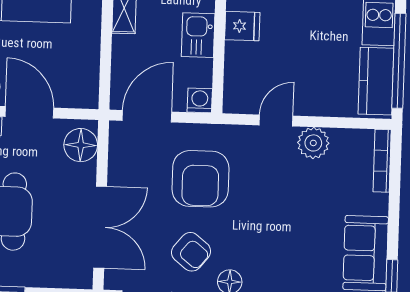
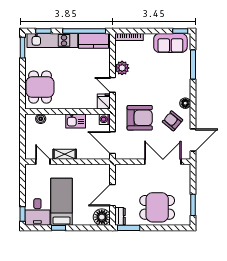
fridge: (242, 26) -> (104, 101), moved
floor lamp: (81, 145) -> (126, 172), removed
armchair: (191, 252) -> (172, 121), turned -89

